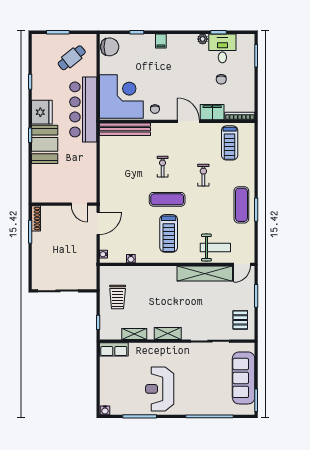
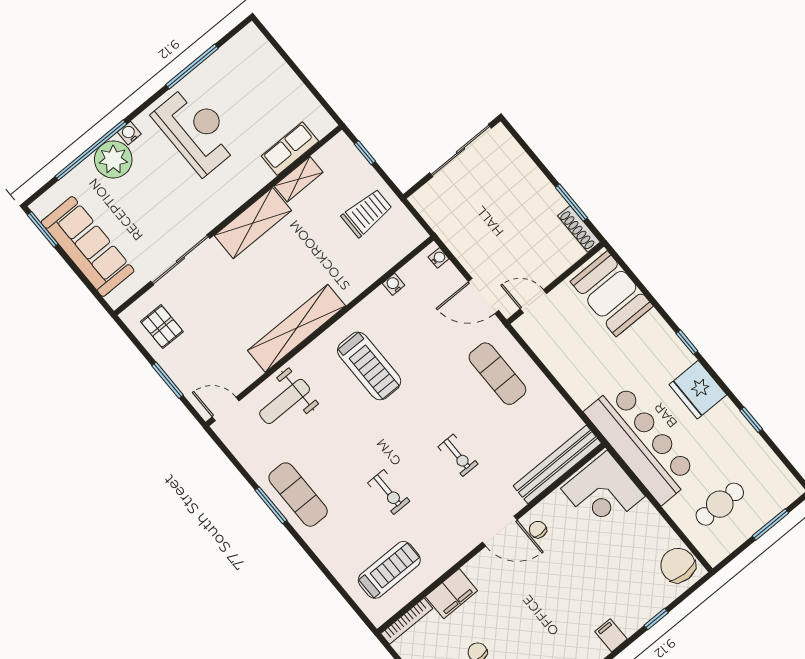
chair: (110, 47) -> (678, 565), turned 90
cafe table: (72, 58) -> (720, 504), turned 39
corner desk: (121, 96) -> (603, 492), width x0.74, depth x0.74
door: (188, 121) -> (500, 531), moved
treadmill: (230, 143) -> (389, 570), turned 90
booth: (45, 144) -> (612, 294), moved
exercise mat: (167, 199) -> (497, 374), moved, turned 90
door: (98, 223) -> (483, 296), hinge flipped
treadmill: (169, 233) -> (369, 366), turned 180
door: (242, 264) -> (226, 409), hinge flipped
shelving: (205, 274) -> (296, 328), moved
trolley: (118, 297) -> (367, 213), turned 90
shelving: (168, 334) -> (253, 223), width x1.50, depth x1.33
row of seats: (114, 349) -> (290, 149), moved
plant: (204, 405) -> (113, 159), added
water cooler: (105, 410) -> (129, 133), moved

